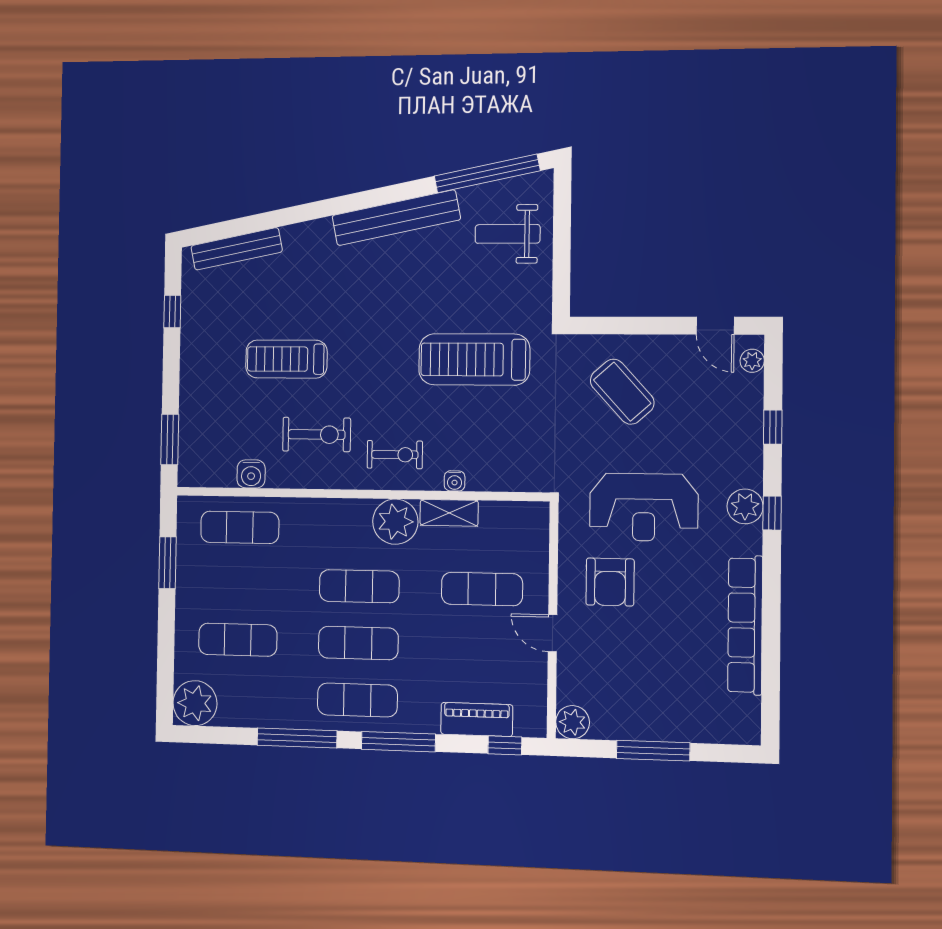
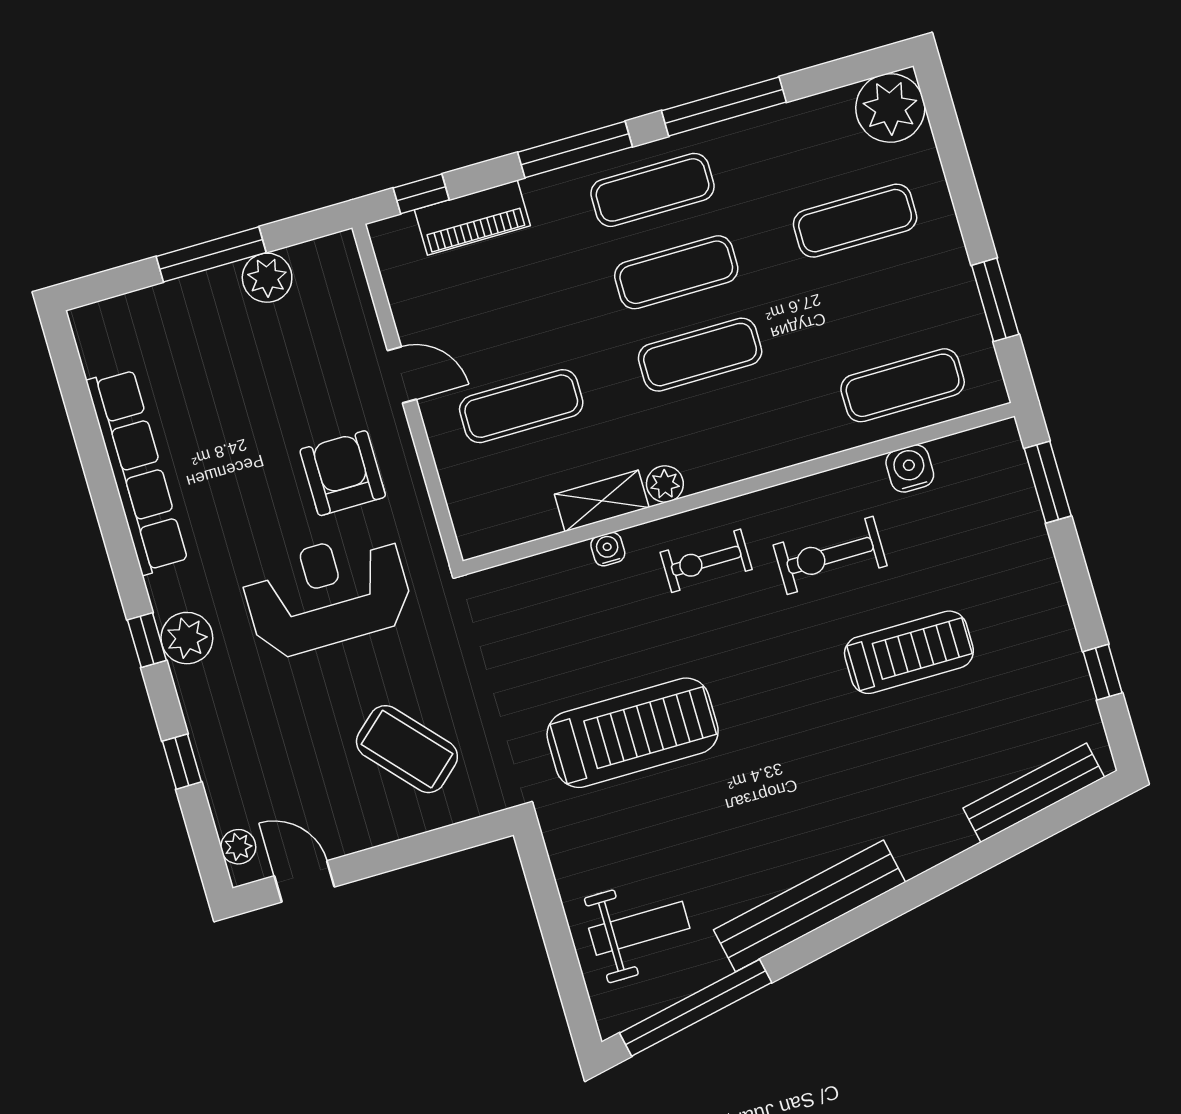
plant: (395, 522) -> (665, 484), width x0.53, depth x0.53
plant: (573, 722) -> (267, 278), moved

